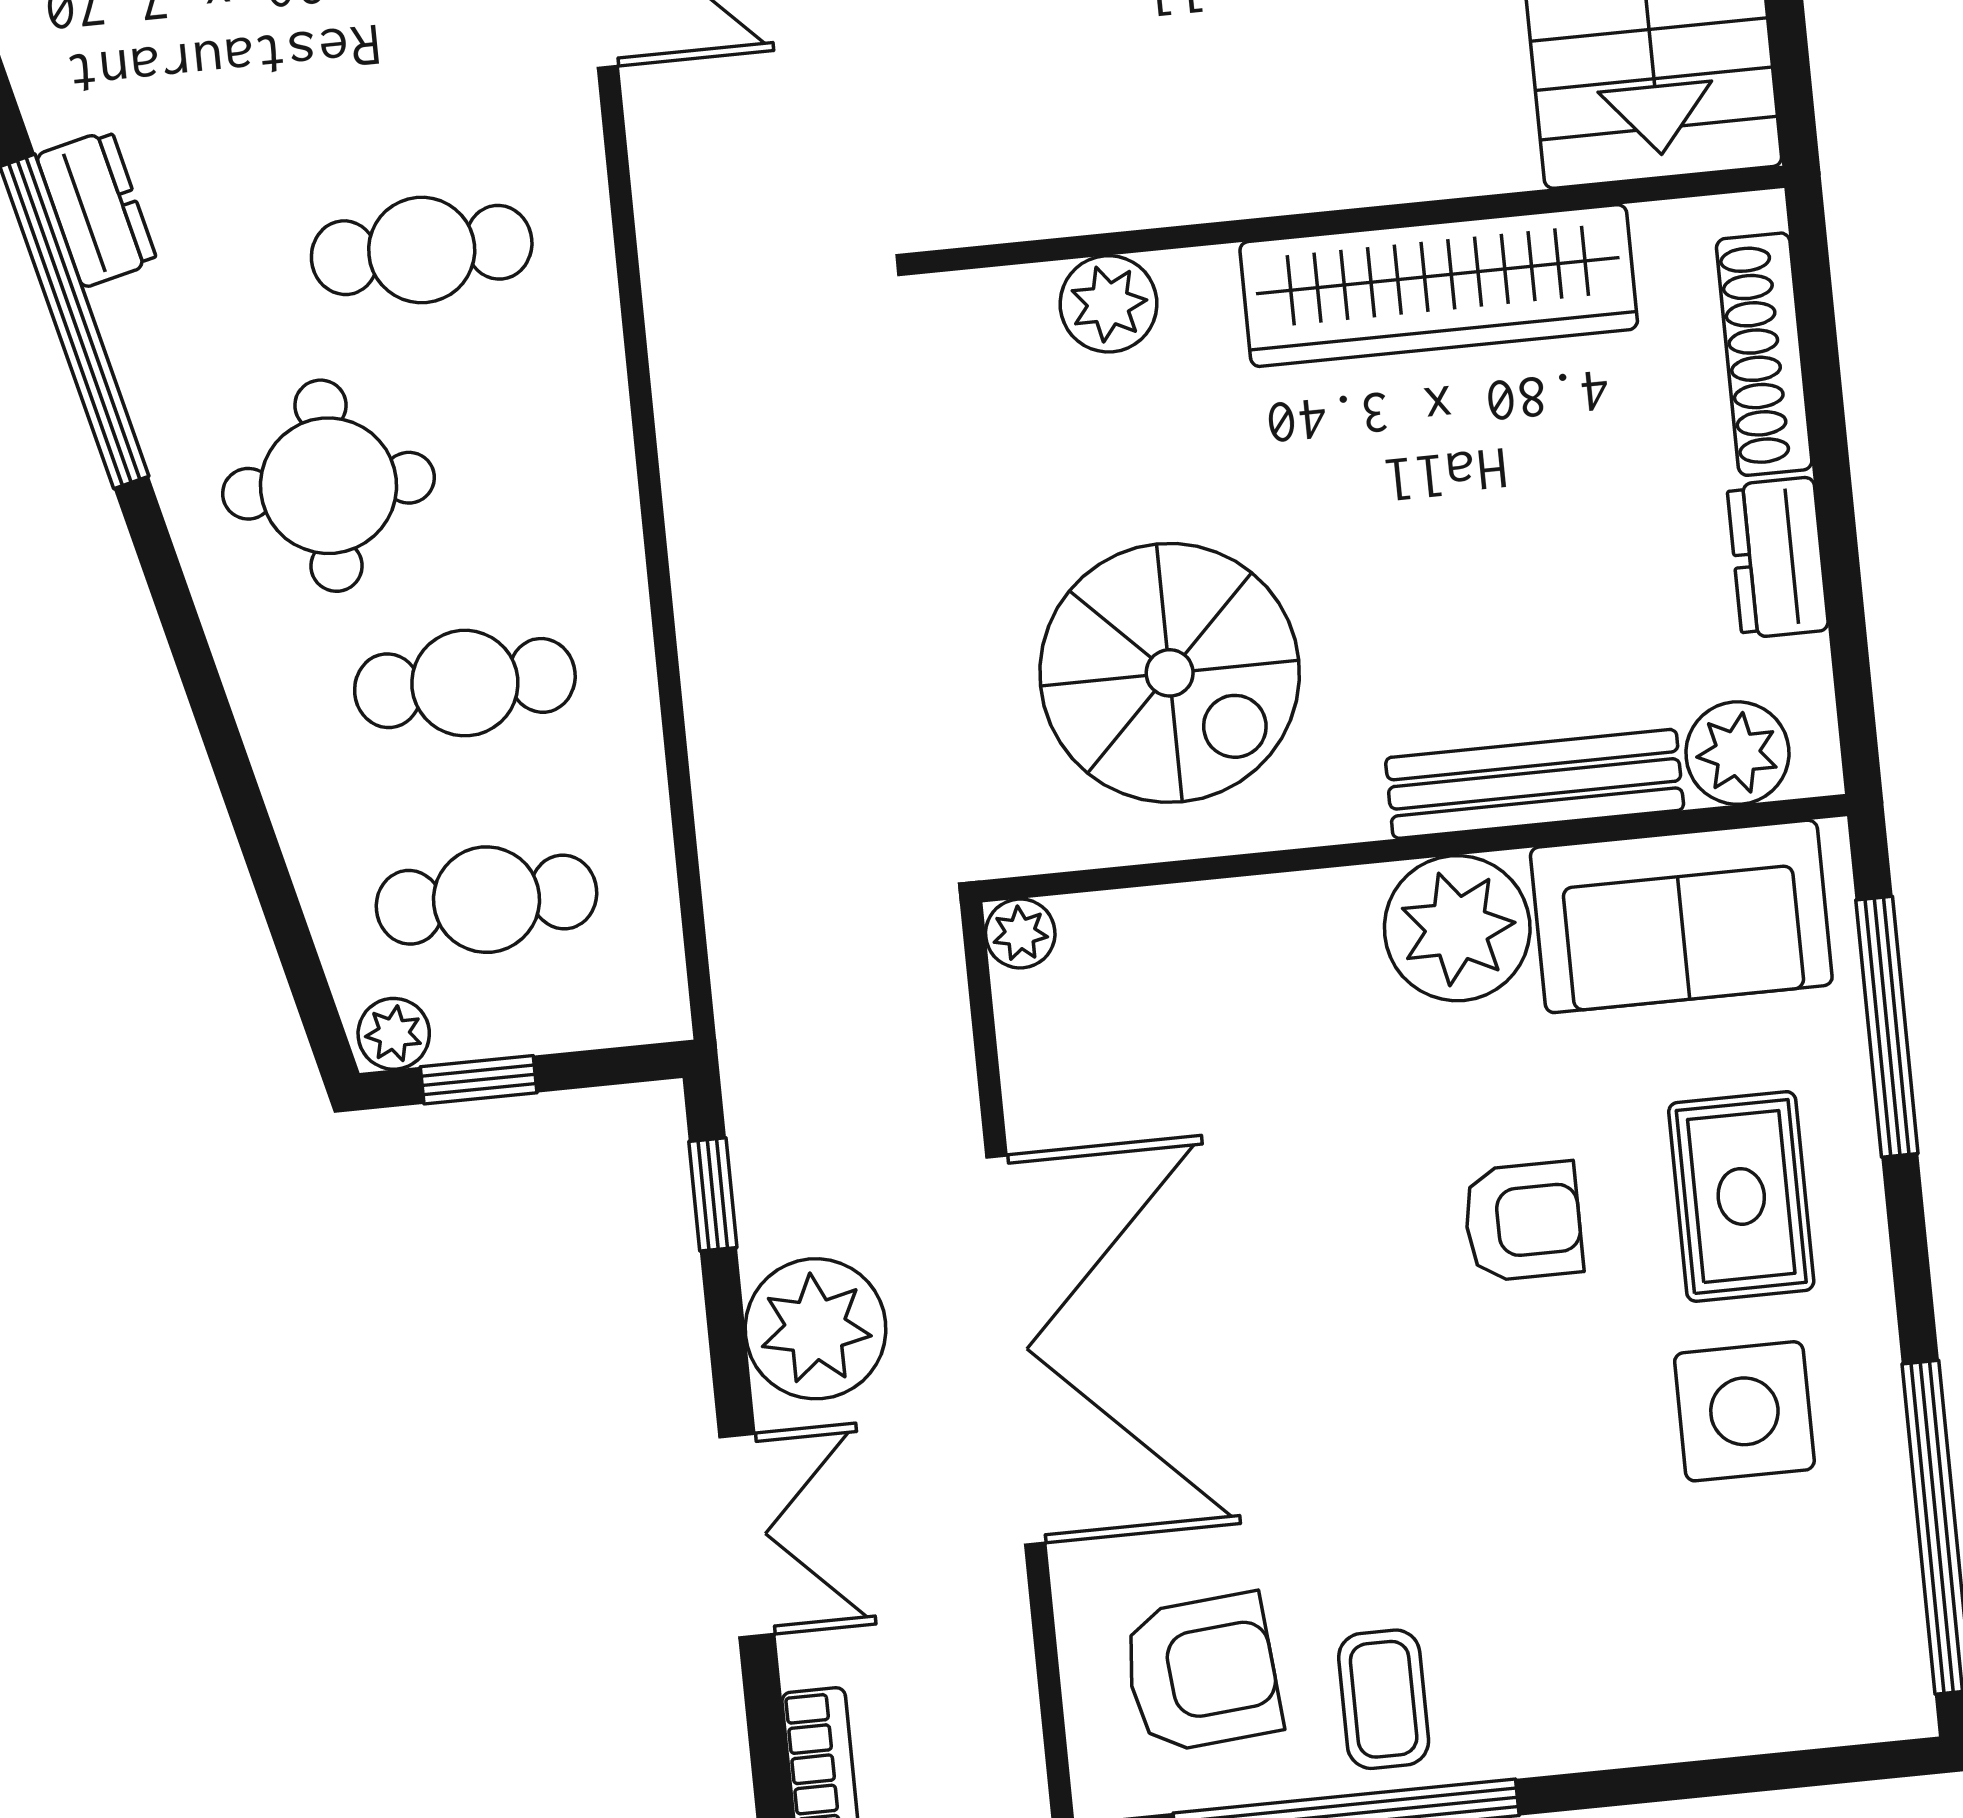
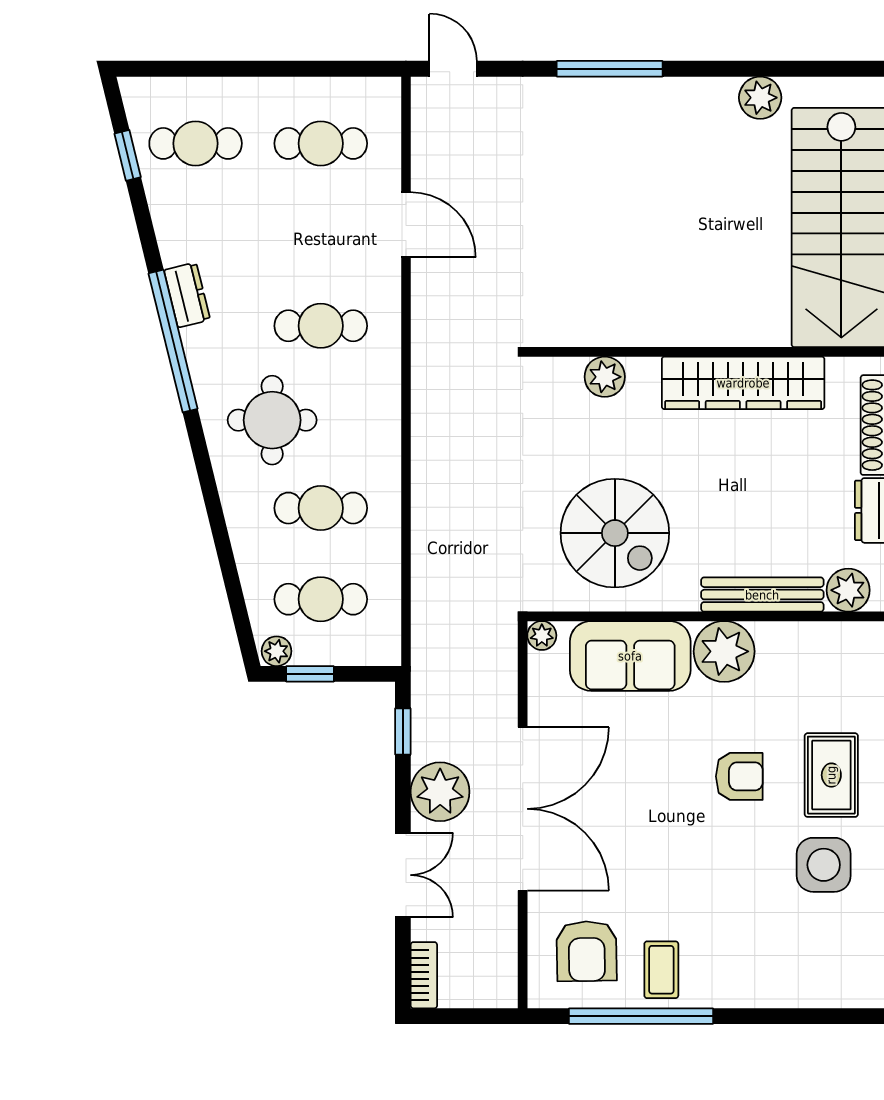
sofa: (1681, 916) -> (630, 656), moved
armchair: (1202, 1673) -> (587, 951), turned 94

